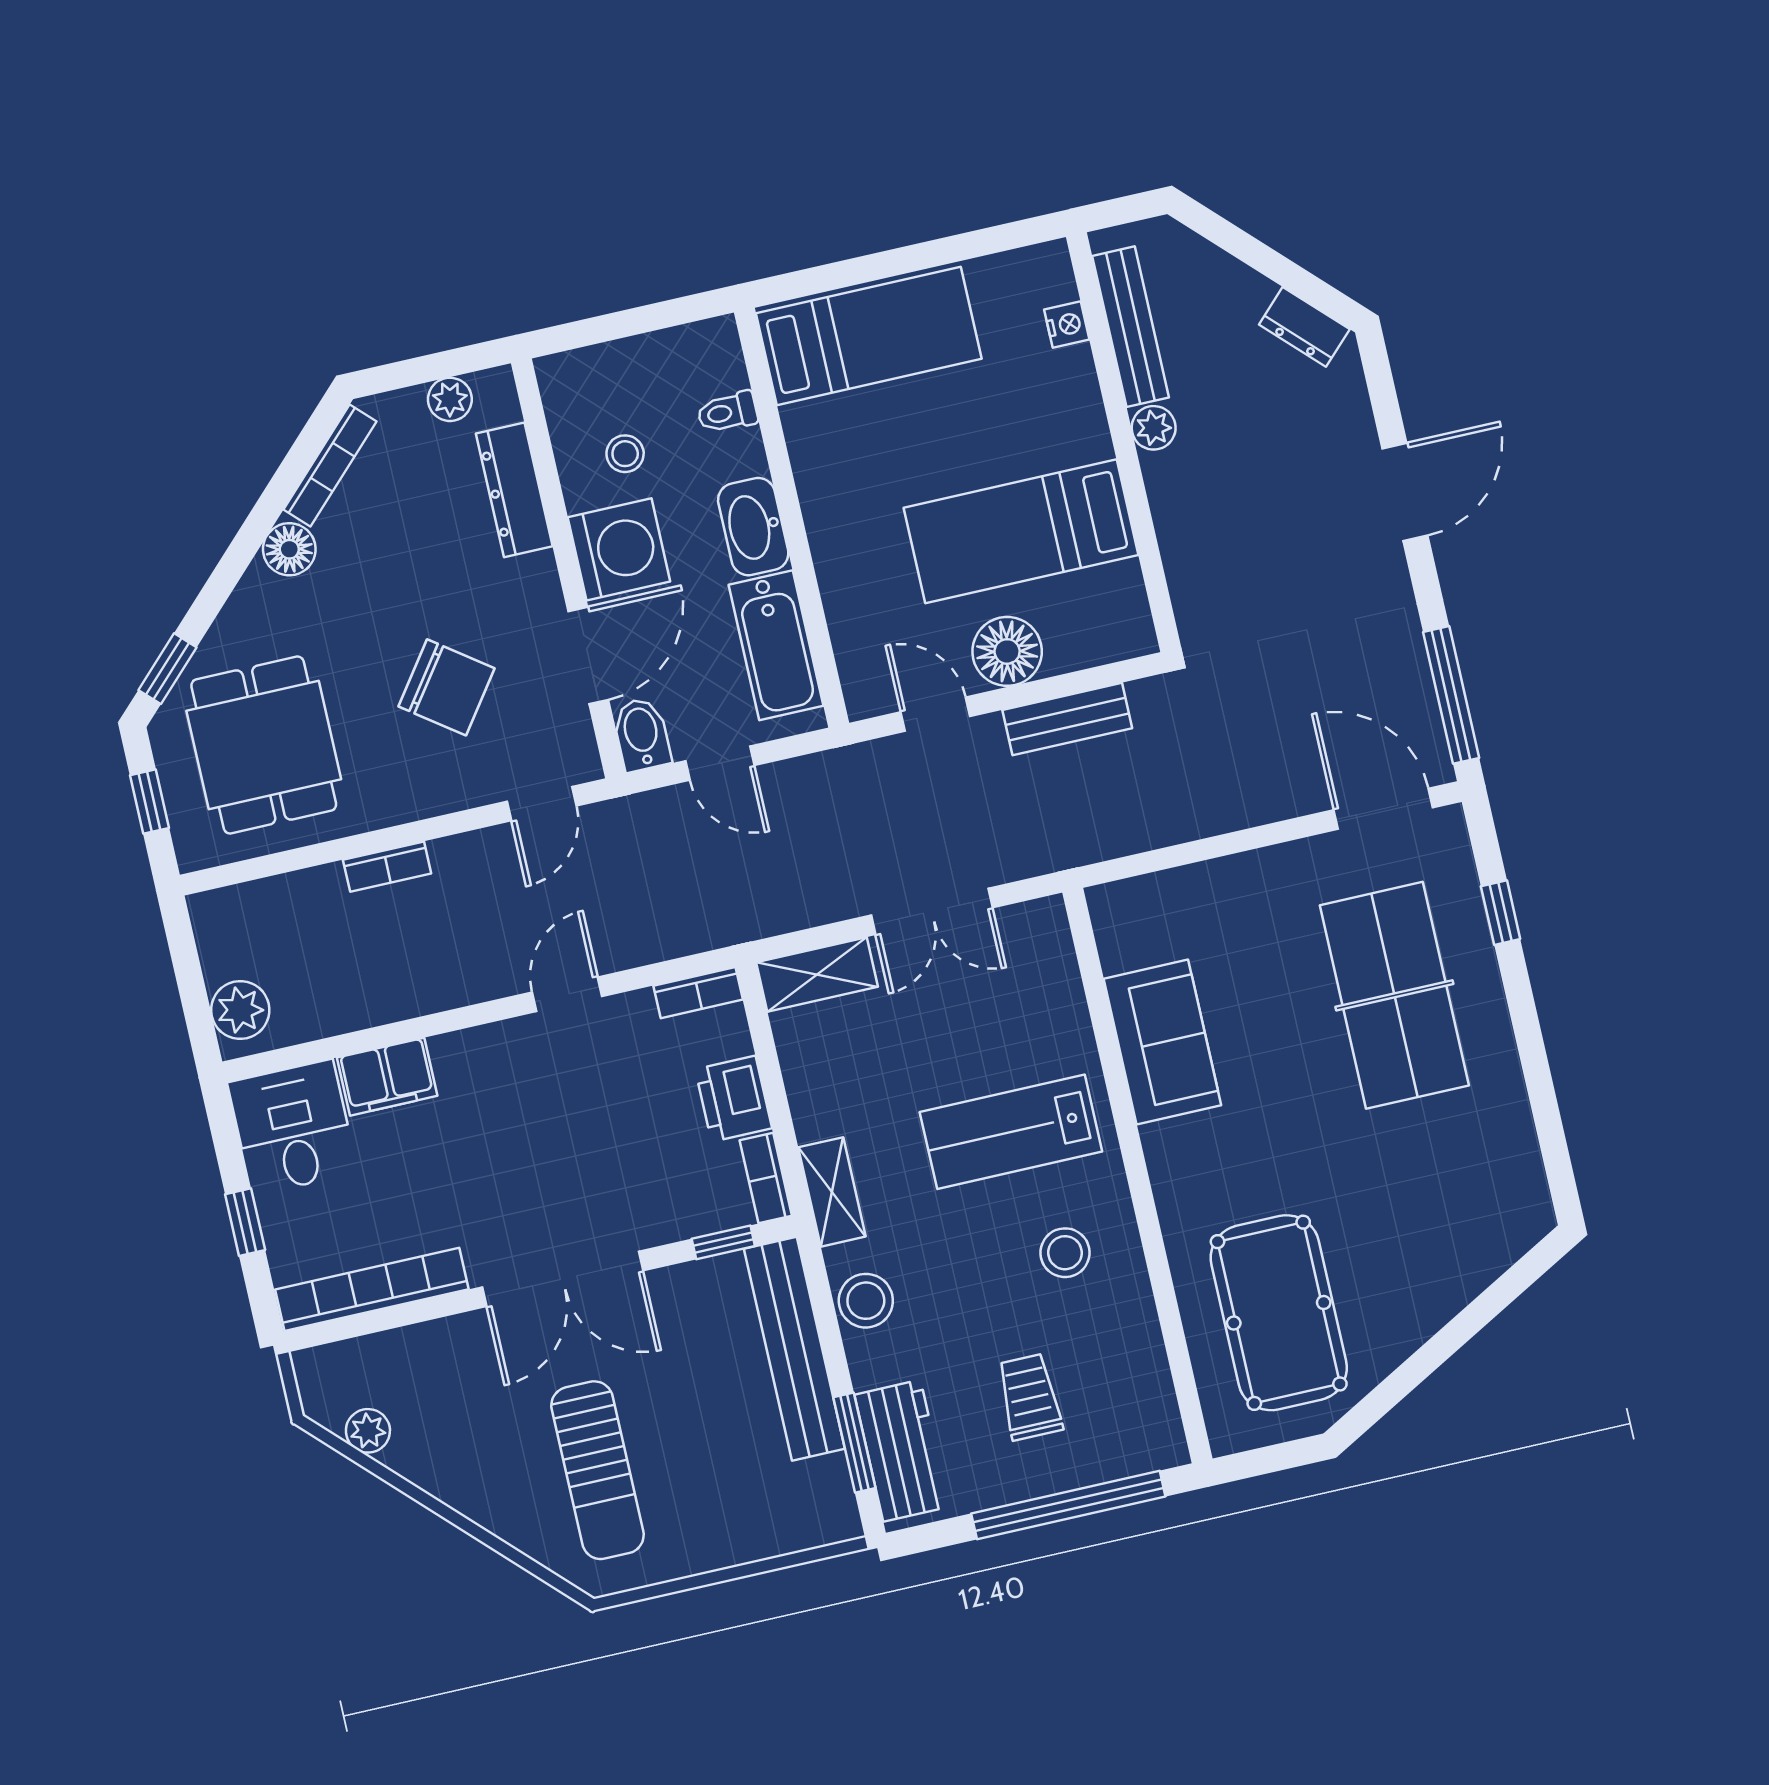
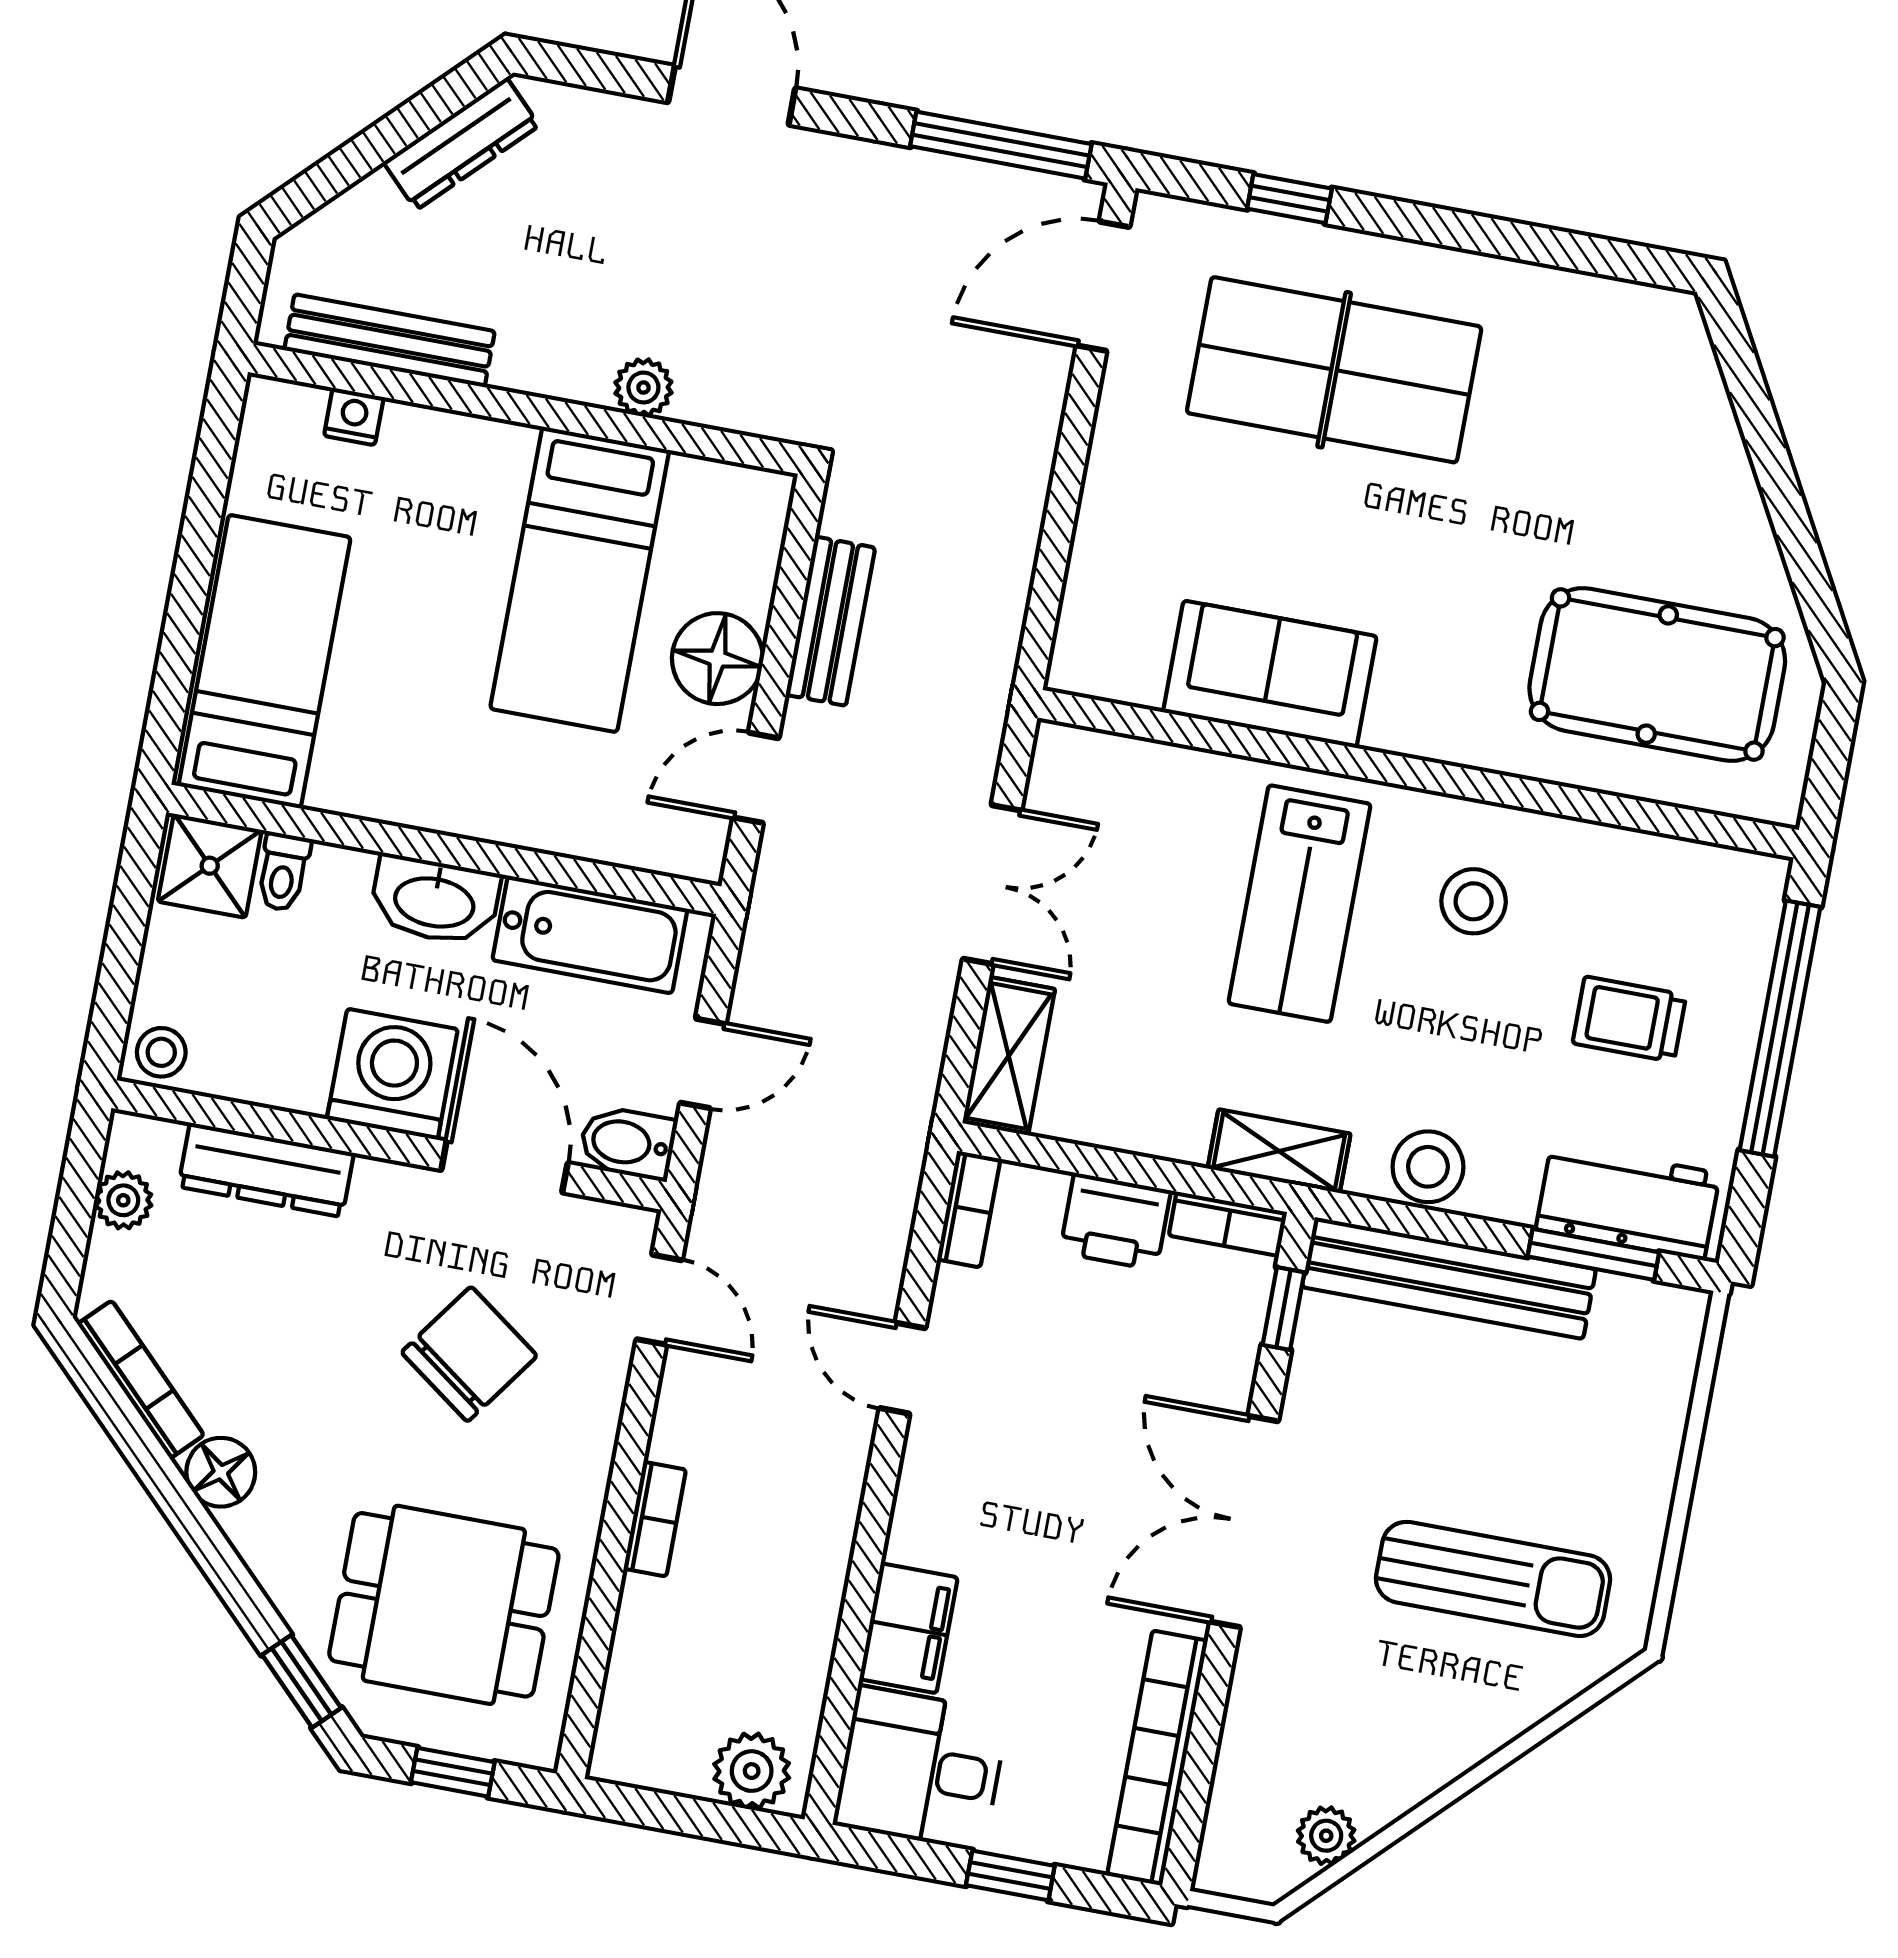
dresser: (1304, 327) -> (461, 144), width x1.44
shower: (710, 359) -> (210, 866), added
plant: (1154, 428) -> (643, 388), moved
stool: (625, 454) -> (161, 1052), moved
double door: (563, 1279) -> (1244, 1521), swing flipped

